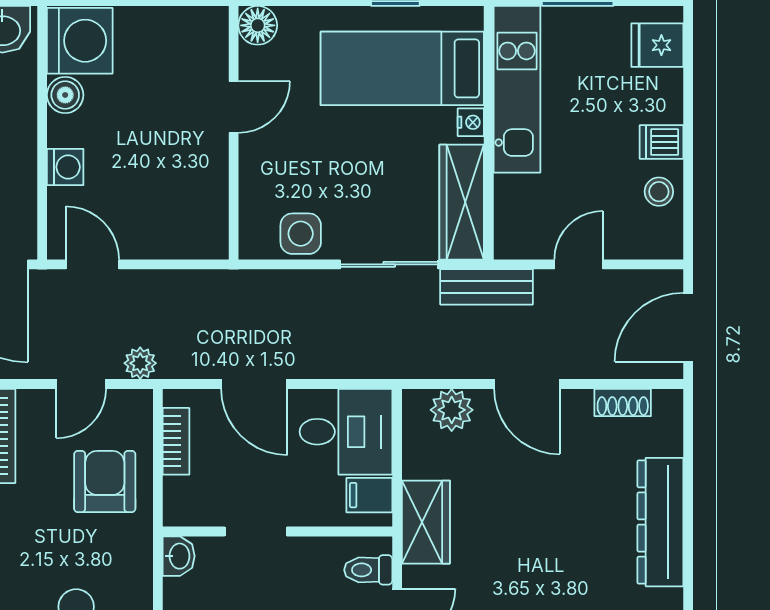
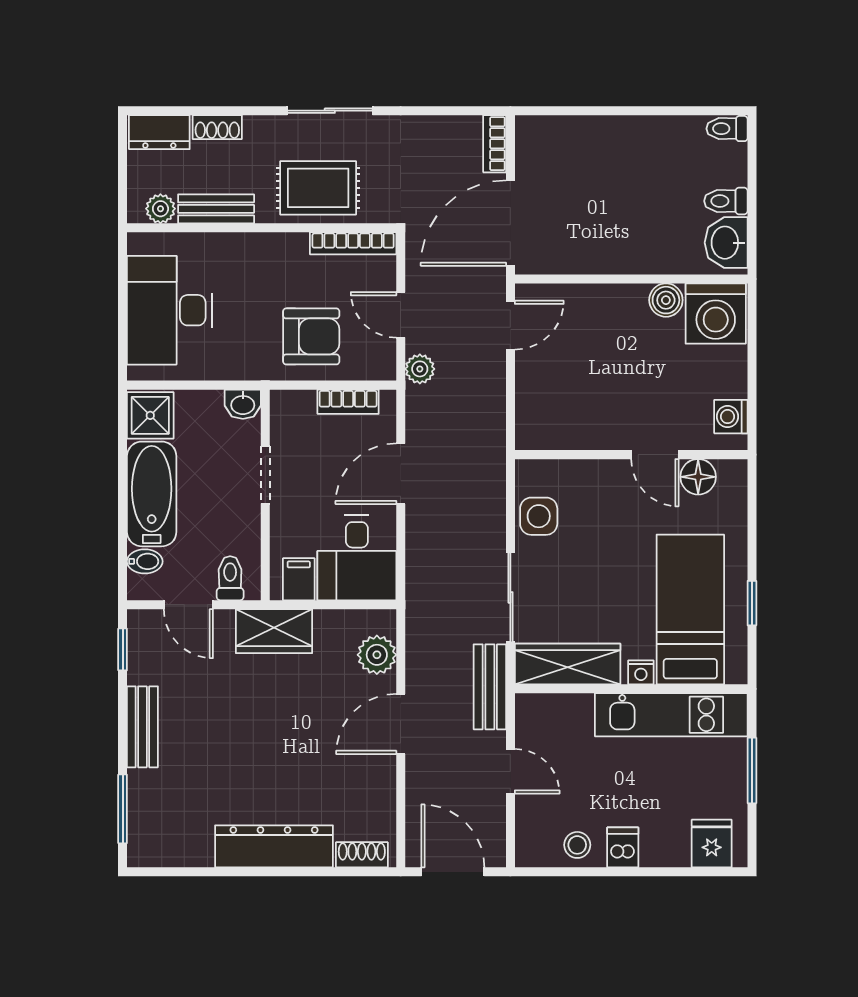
floor lamp: (258, 25) -> (698, 477), moved
washing machine: (65, 167) -> (731, 417), moved, turned 90
shoe rack: (623, 402) -> (362, 855), moved, turned 90

